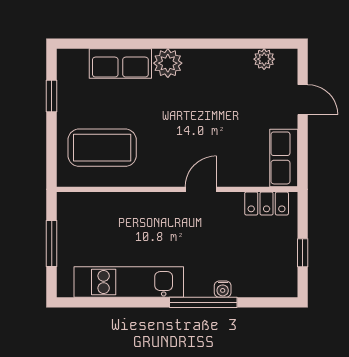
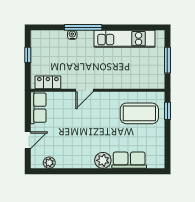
window: (52, 96) -> (167, 111), moved
door: (303, 100) -> (28, 140), swing flipped

